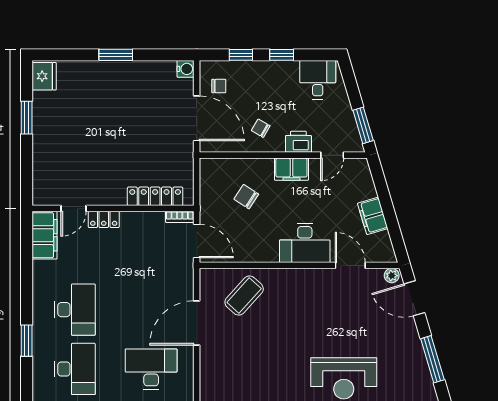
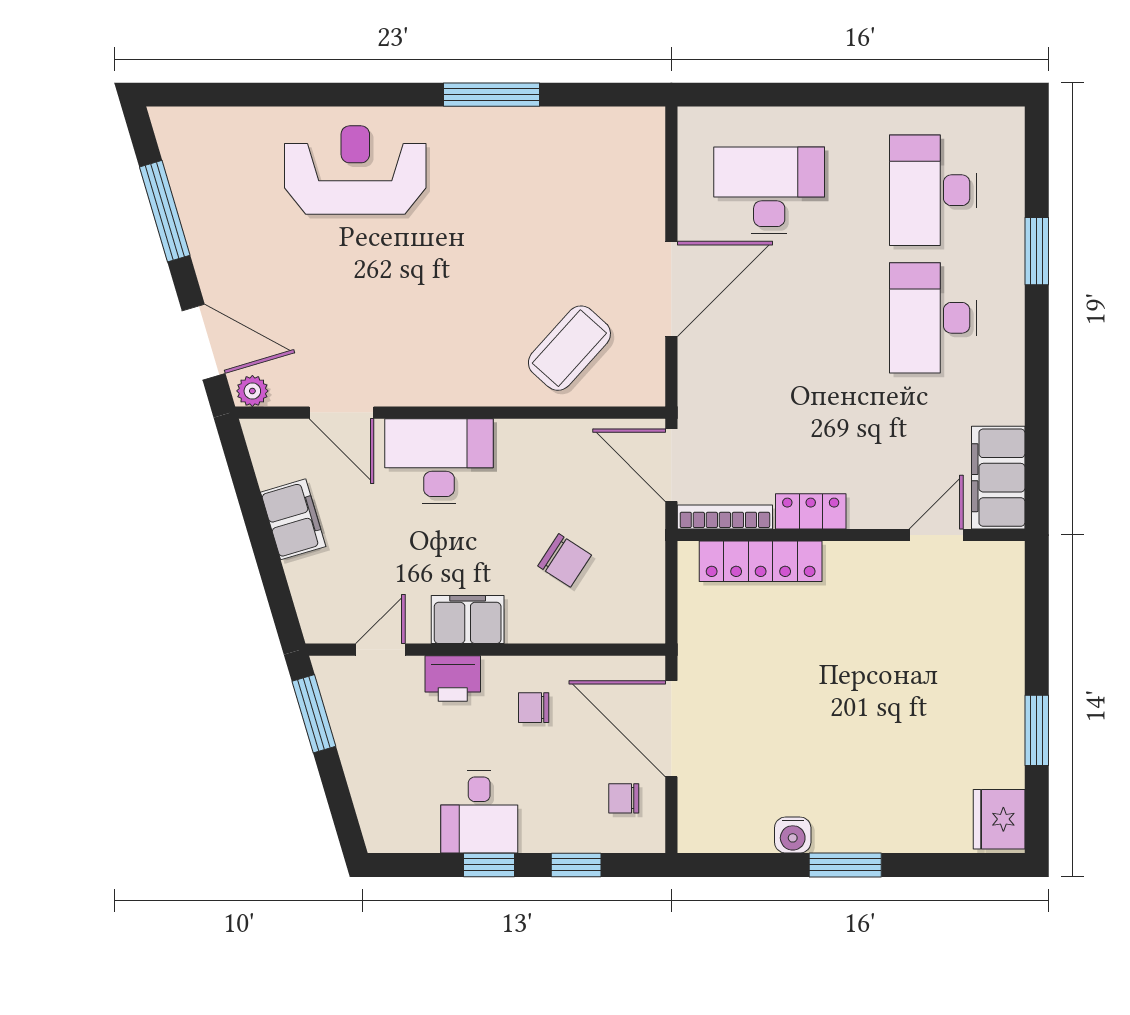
water cooler: (185, 69) -> (793, 835), moved, turned -90
desk: (318, 80) -> (479, 812), moved
chair: (261, 128) -> (534, 708), turned 150
bookcase: (180, 217) -> (725, 517), width x1.56
locker: (104, 219) -> (811, 511), moved
desk: (151, 369) -> (769, 190), turned 180

